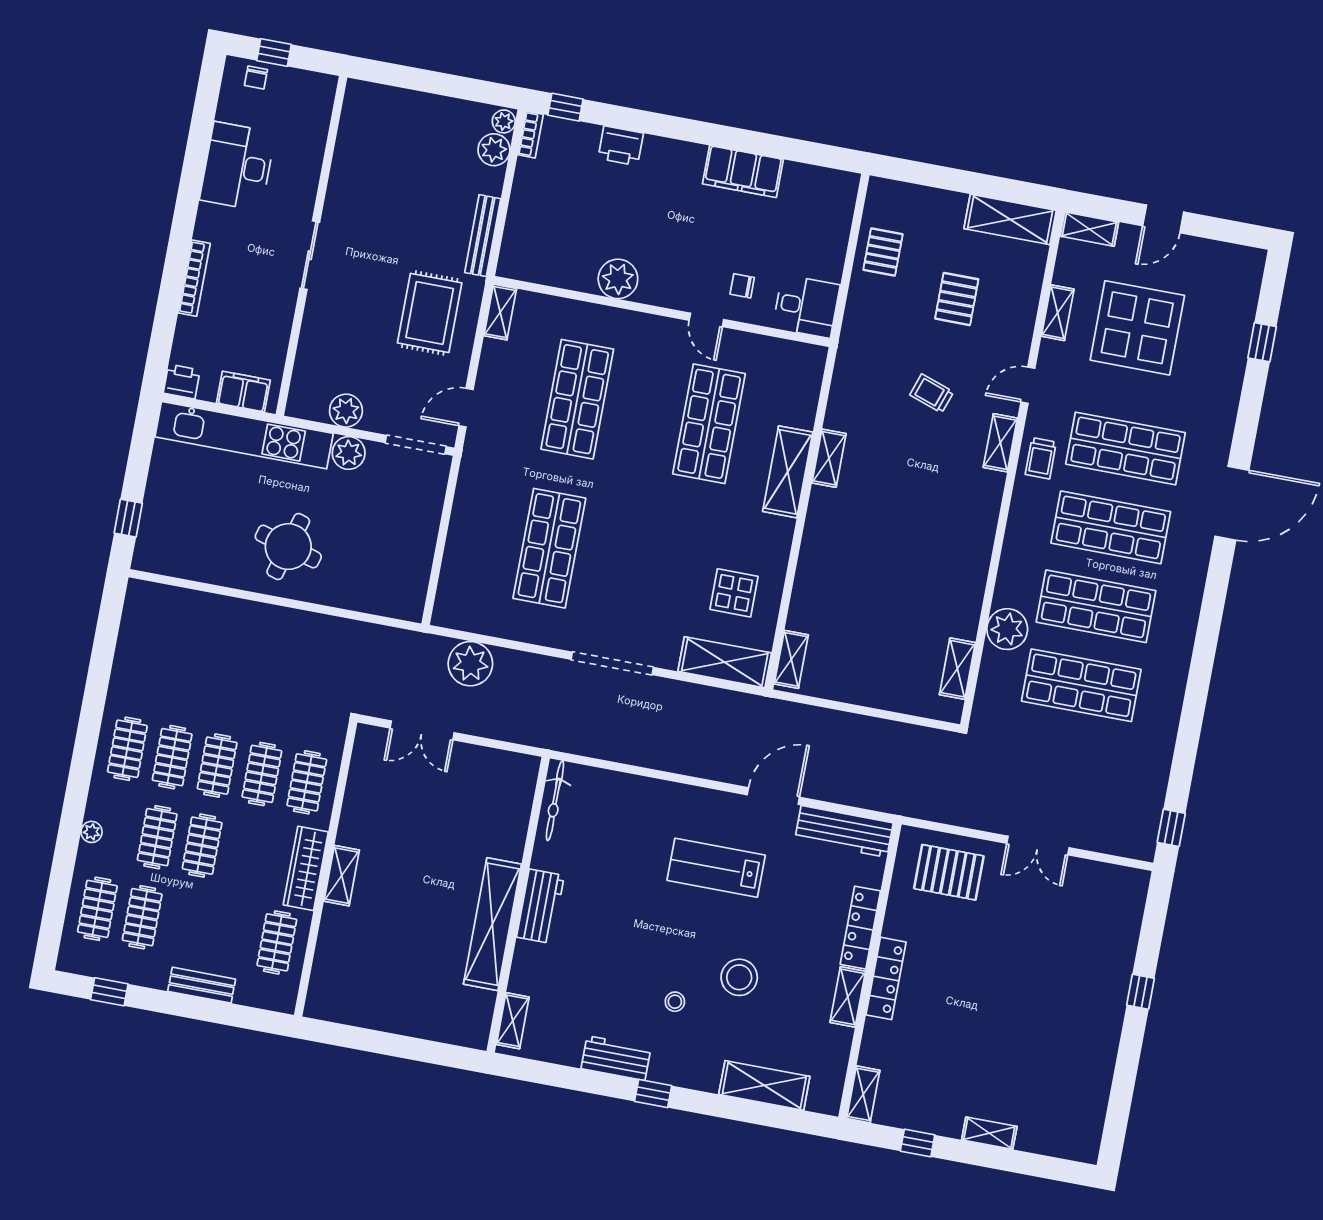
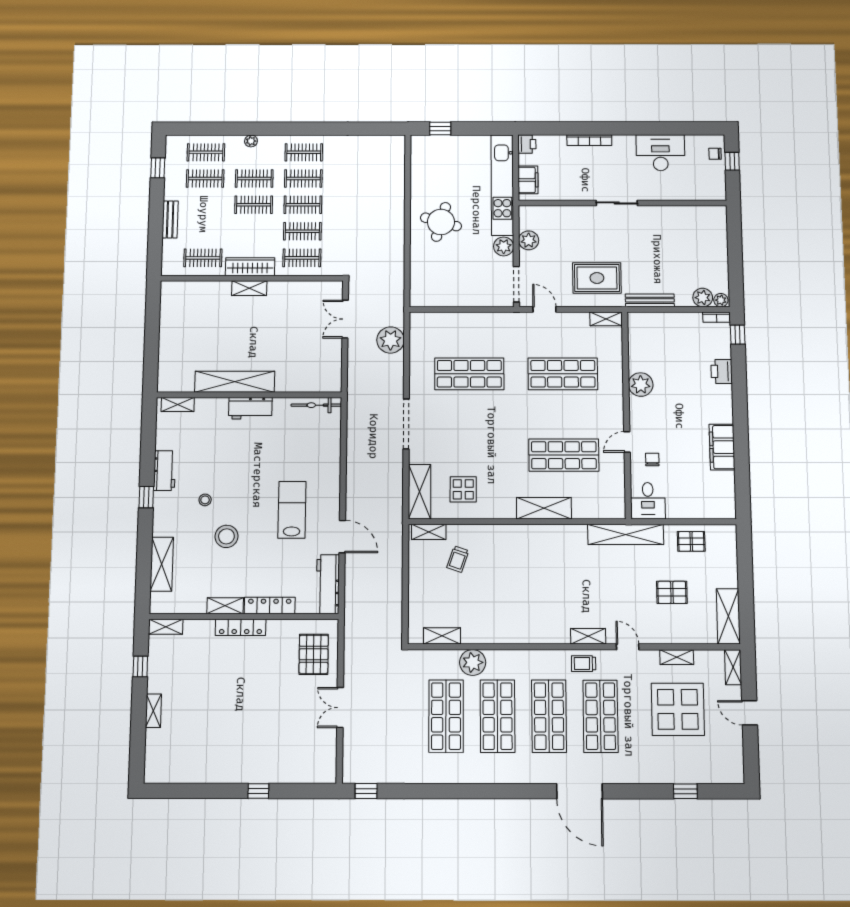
trolley: (932, 393) -> (458, 559), moved, turned 180
shelving: (829, 458) -> (626, 534), moved, width x2.20, depth x1.33

